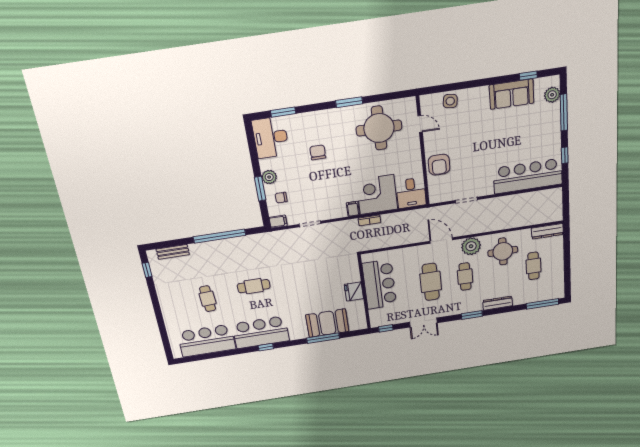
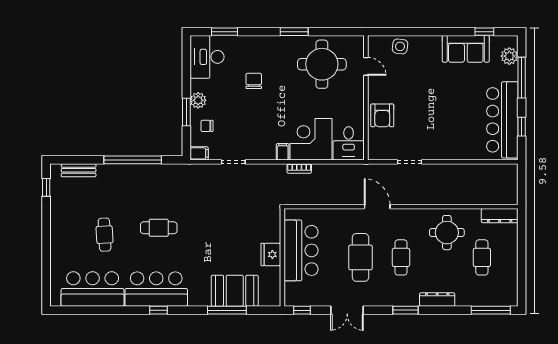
bar counter: (528, 176) -> (502, 120), moved, turned -90
plant: (471, 246) -> (411, 220), removed

